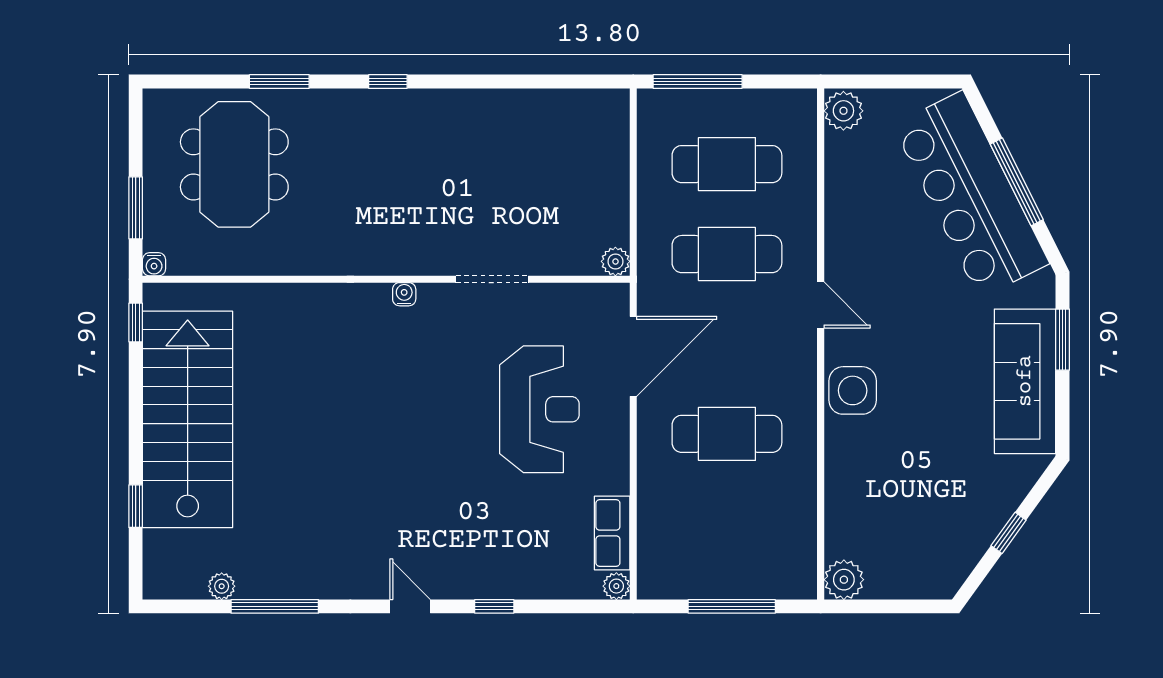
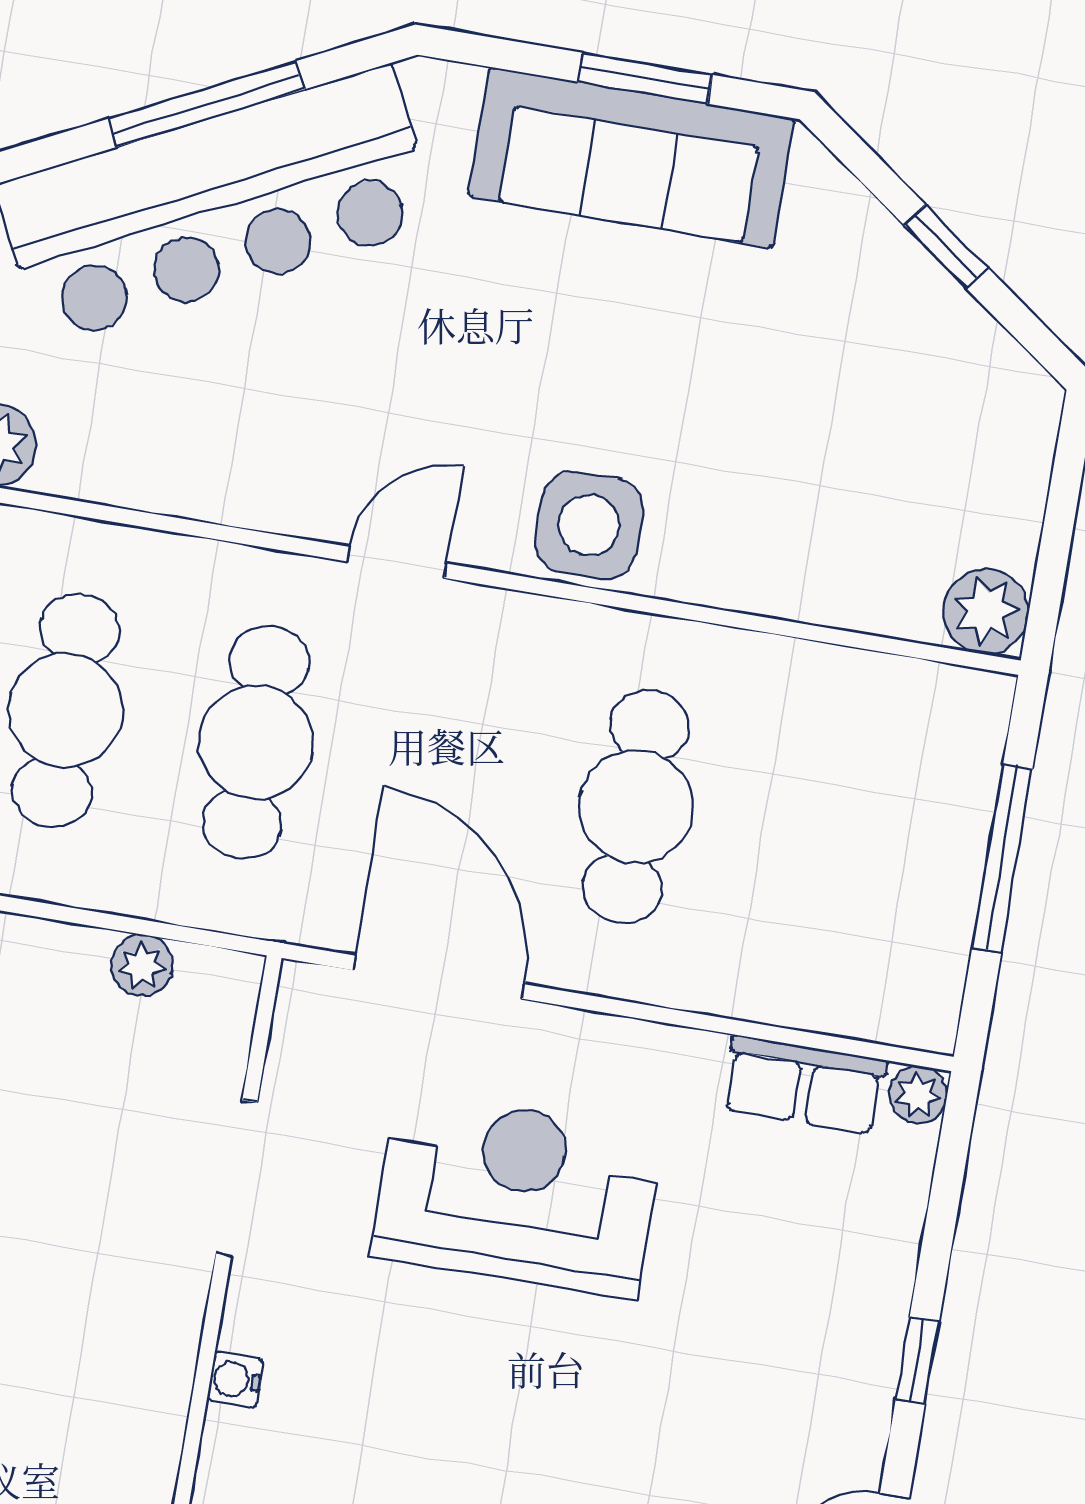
plant: (615, 261) -> (142, 965), moved
doorway: (492, 279) -> (237, 1178), moved
water cooler: (404, 294) -> (235, 1379), moved
window: (1063, 340) -> (645, 78), moved

